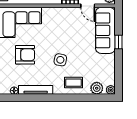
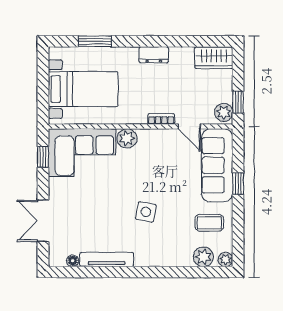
plant: (48, 13) -> (127, 138), added
armchair: (25, 55) -> (90, 204), removed
coffee table: (73, 83) -> (209, 223), moved

